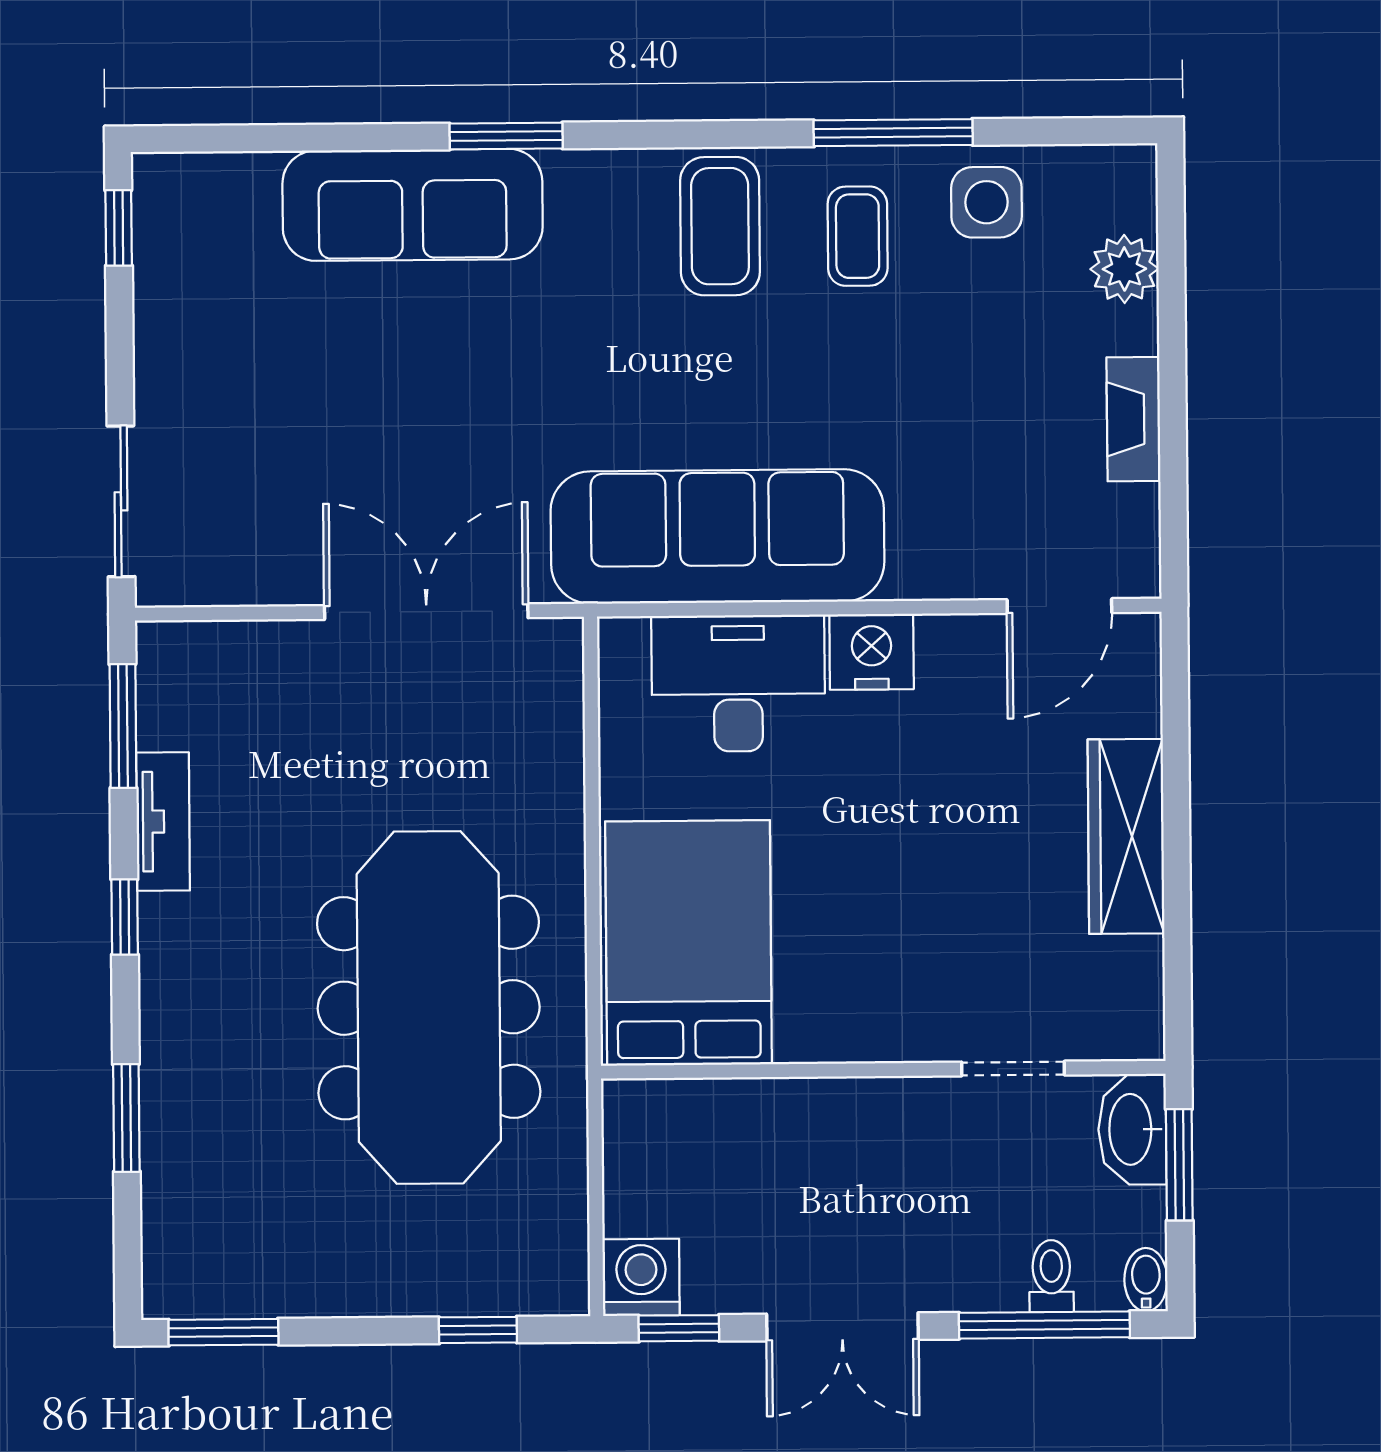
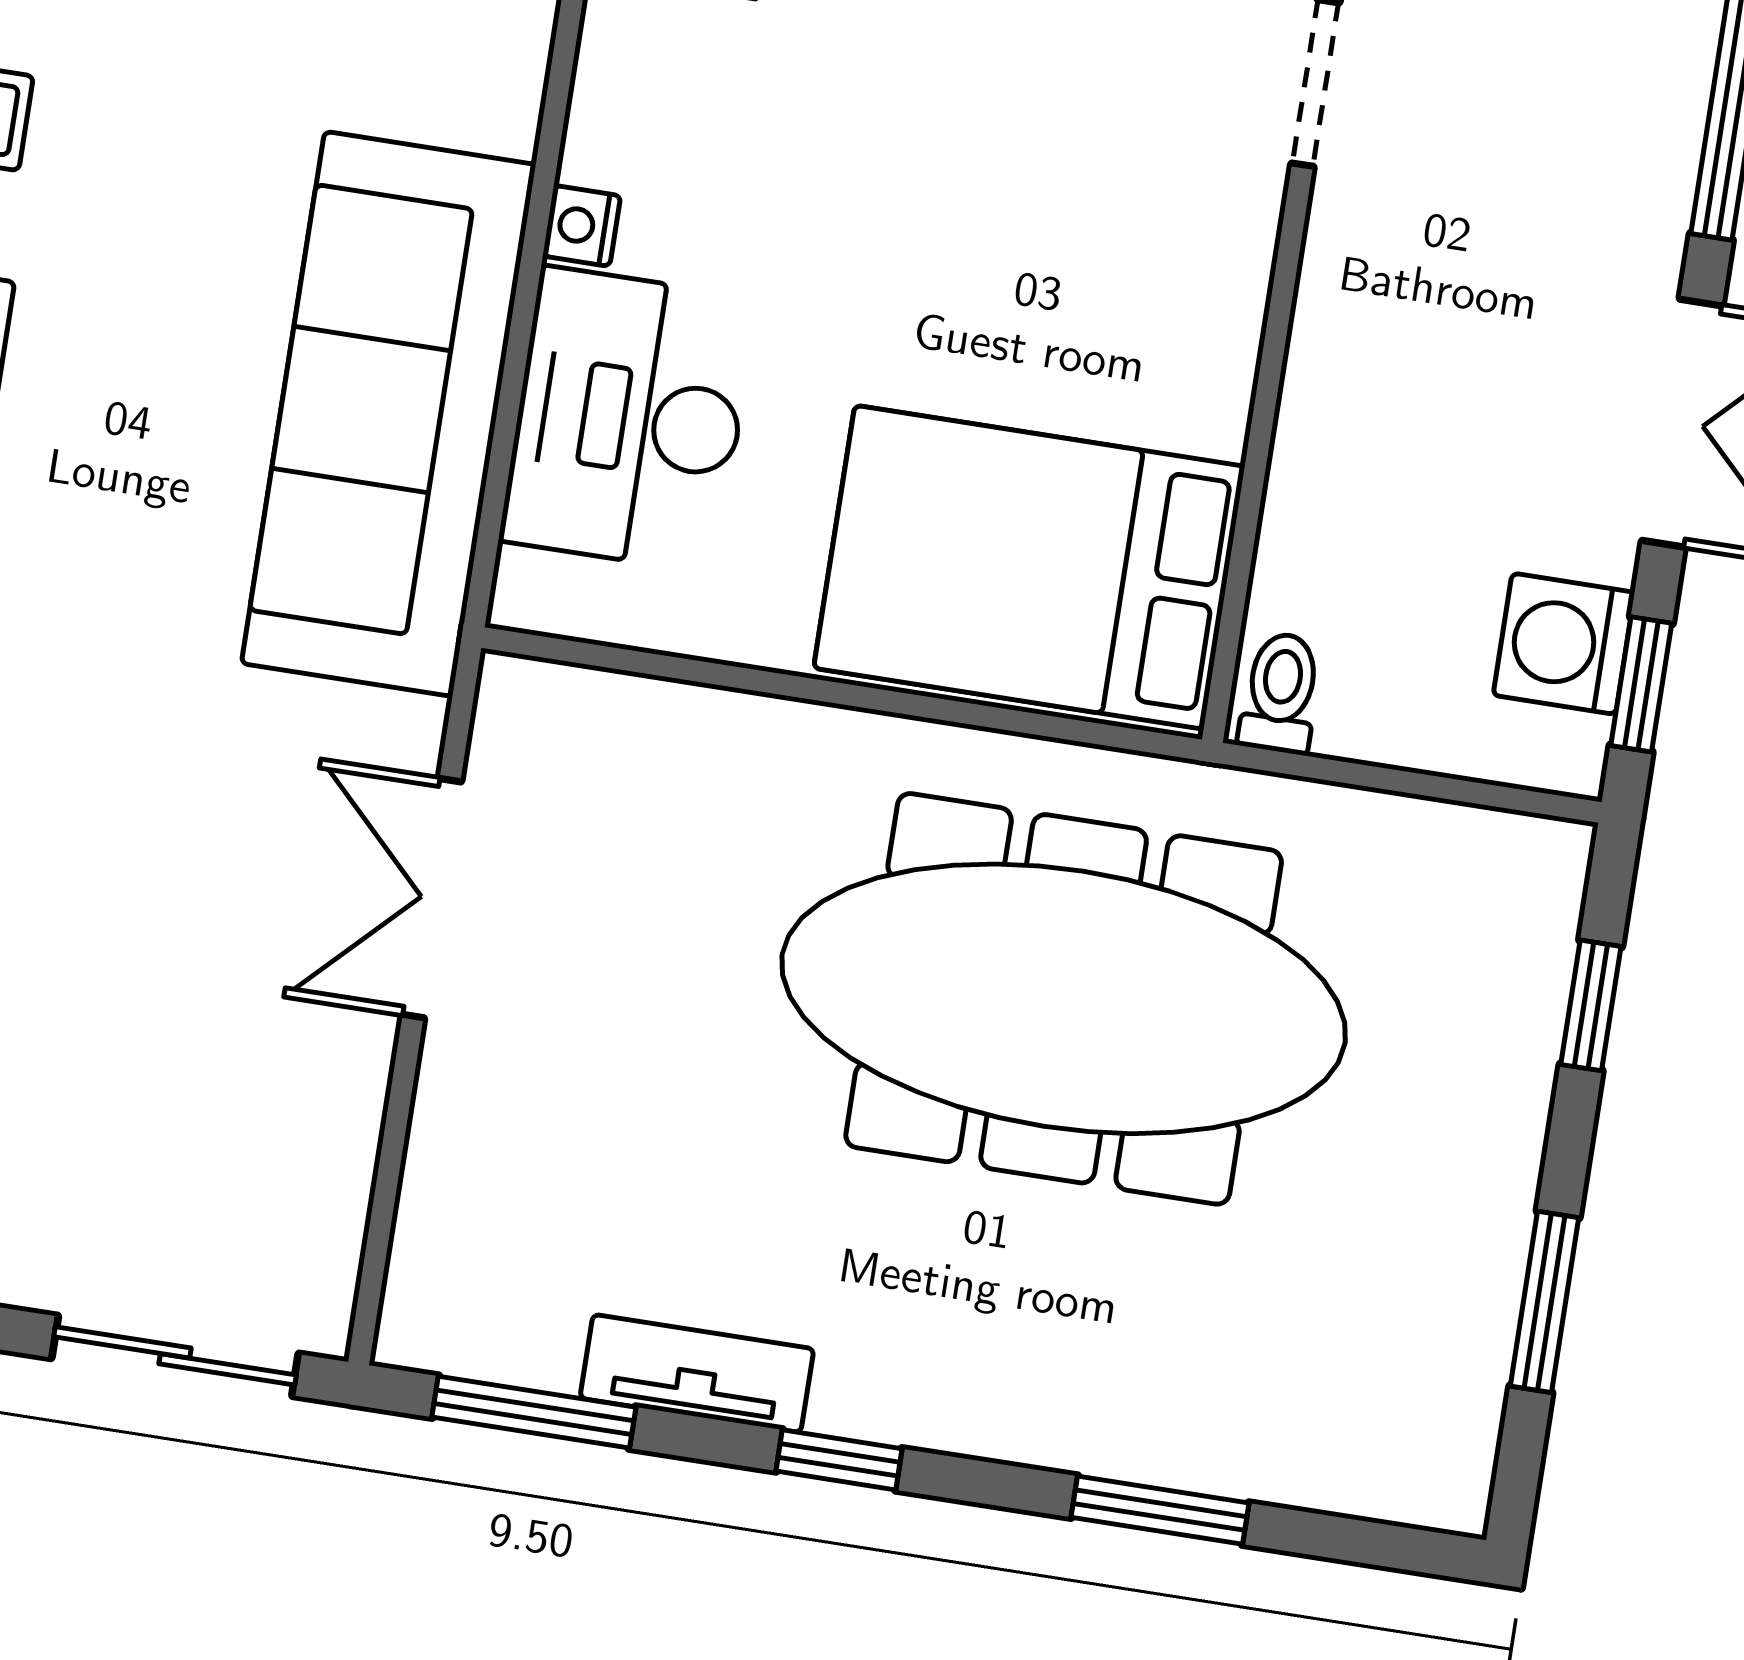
double door: (426, 612) -> (432, 898), width x0.73
nightstand: (872, 652) -> (582, 226), width x0.53, depth x0.56
toilet: (1051, 1276) -> (1280, 693), moved, turned 90
washing machine: (641, 1277) -> (1564, 644), moved
window: (223, 1332) -> (1545, 1302), moved

